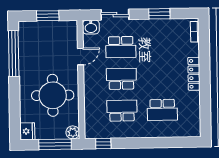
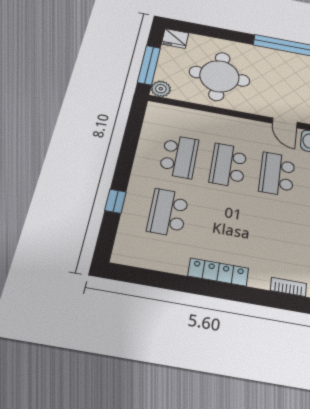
door: (81, 57) -> (285, 123), moved
school desk: (121, 79) -> (228, 165), turned 180
window: (103, 143) -> (115, 201), moved

